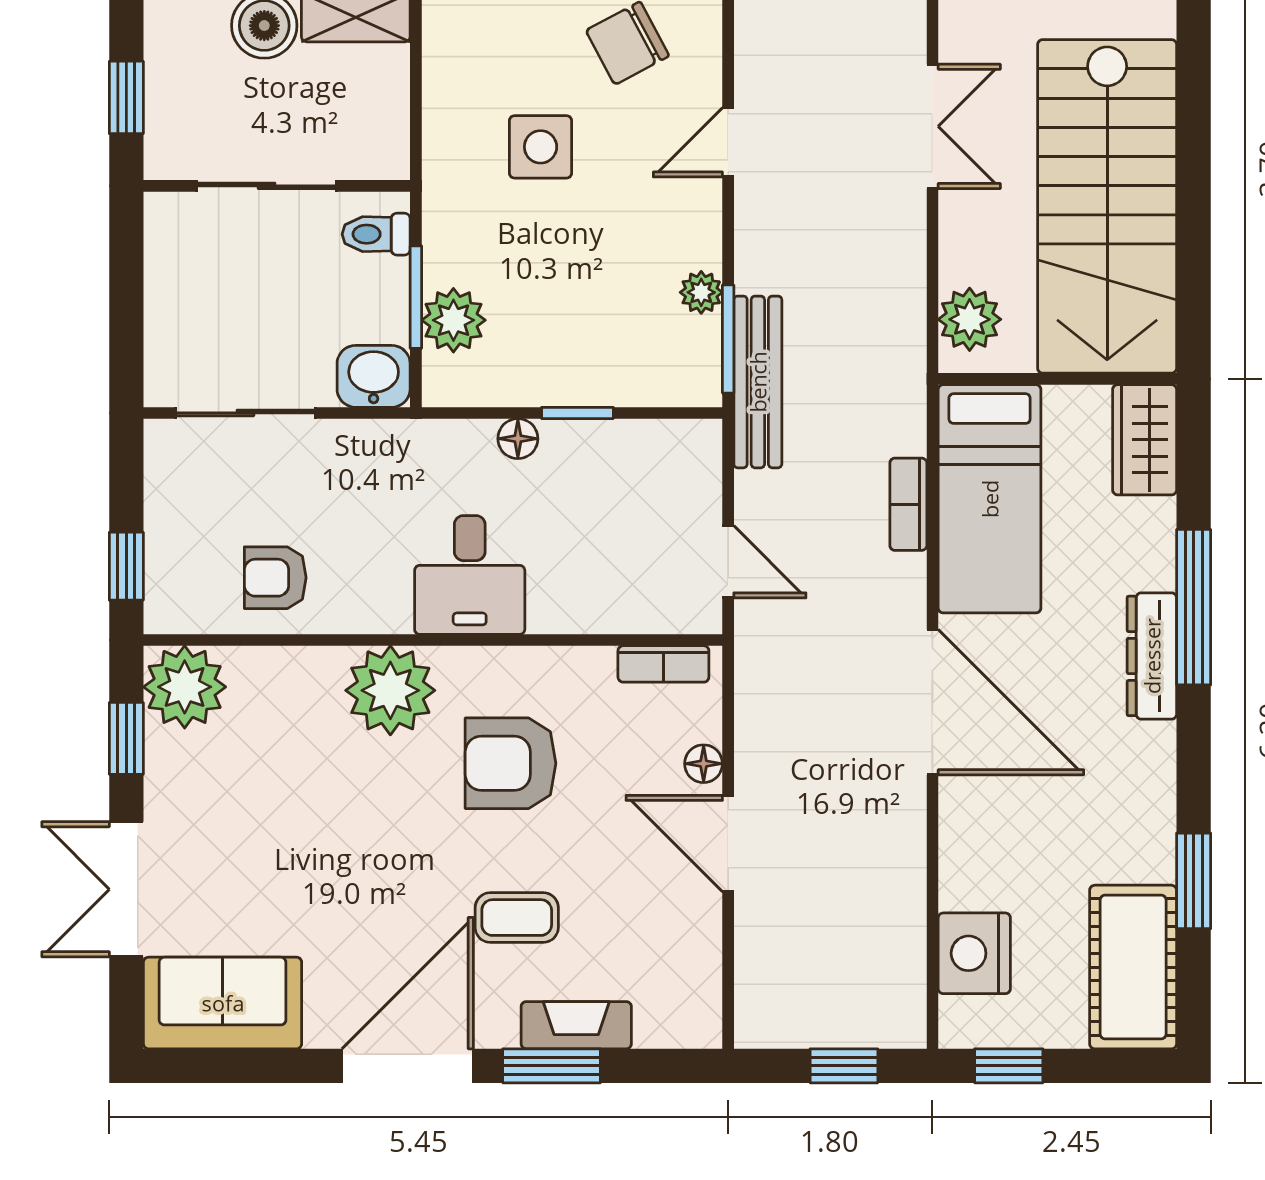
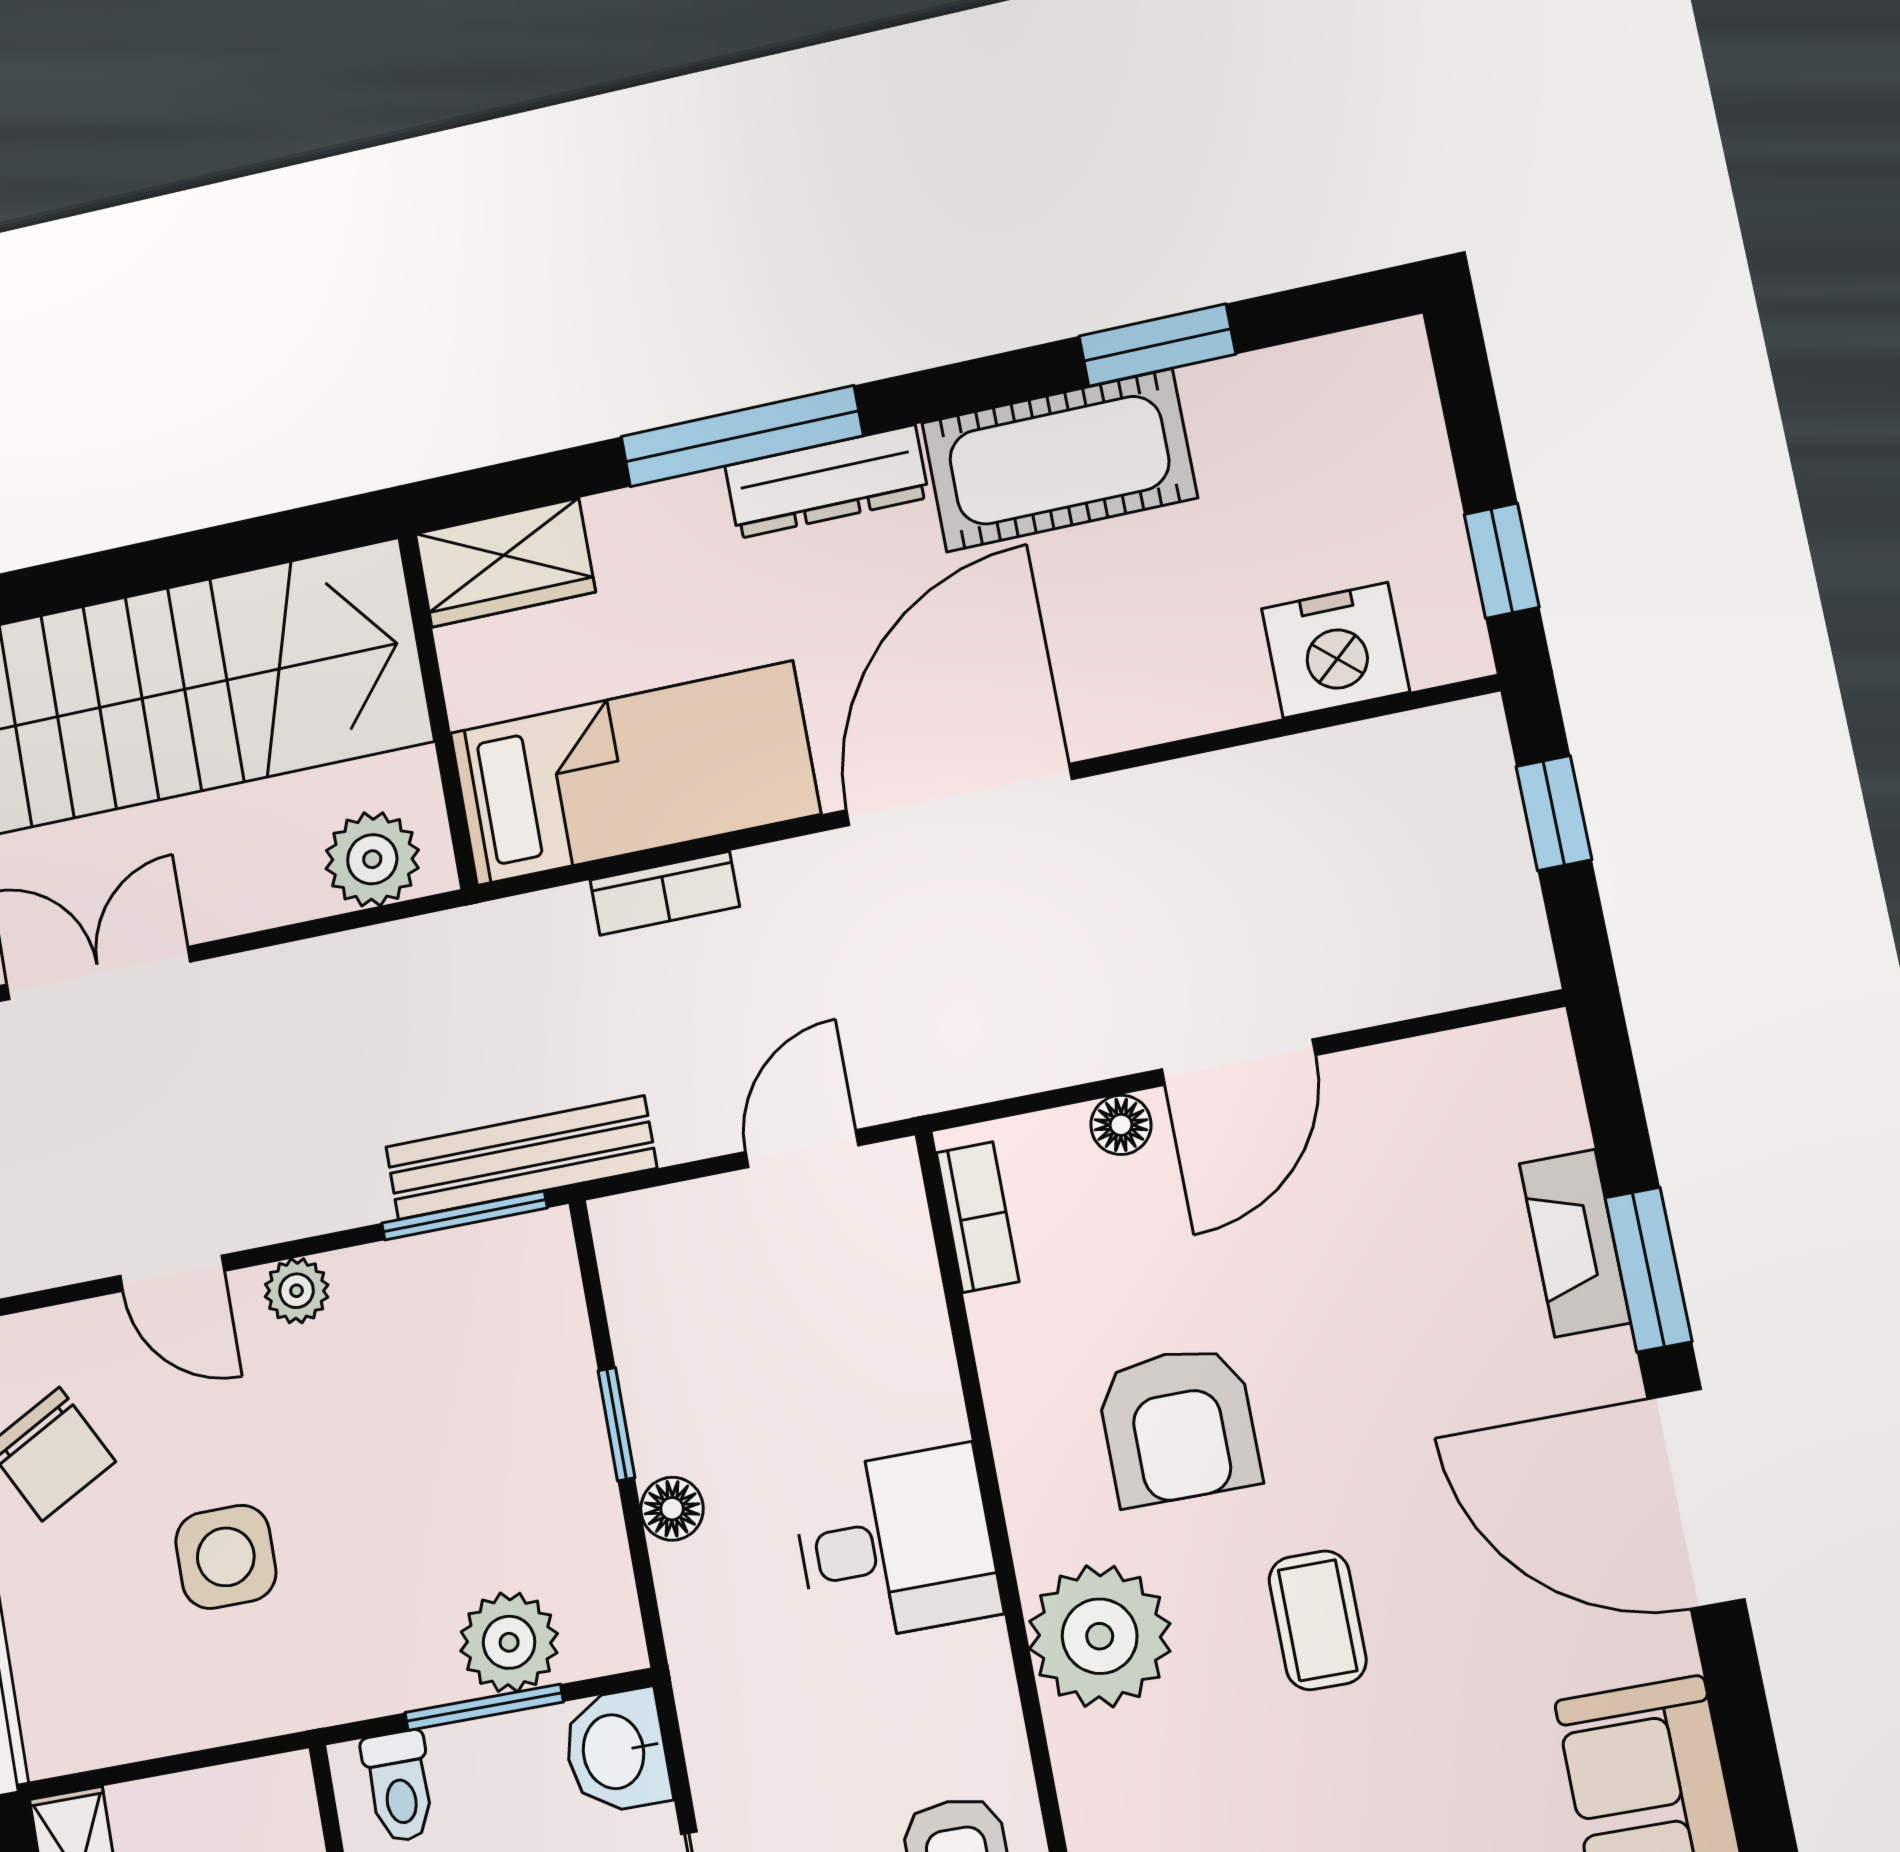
plant: (701, 292) -> (297, 1291), moved
coffee table: (517, 918) -> (1318, 1620), moved
cot: (1133, 967) -> (1059, 460), moved

